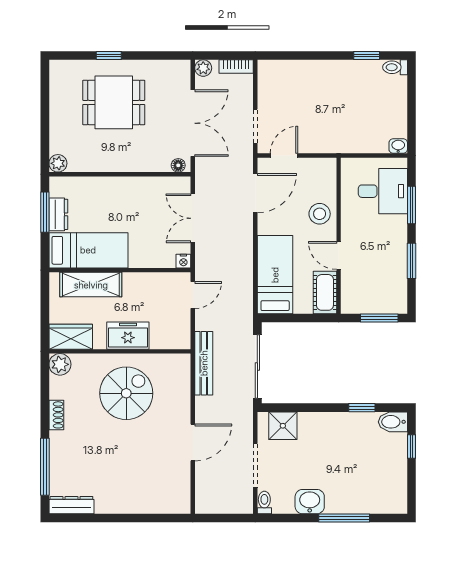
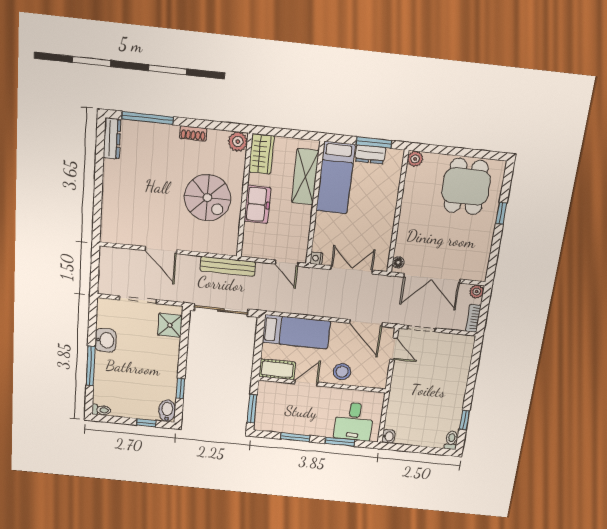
dining table: (114, 102) -> (466, 186), moved
toilet: (264, 503) -> (101, 410), moved

